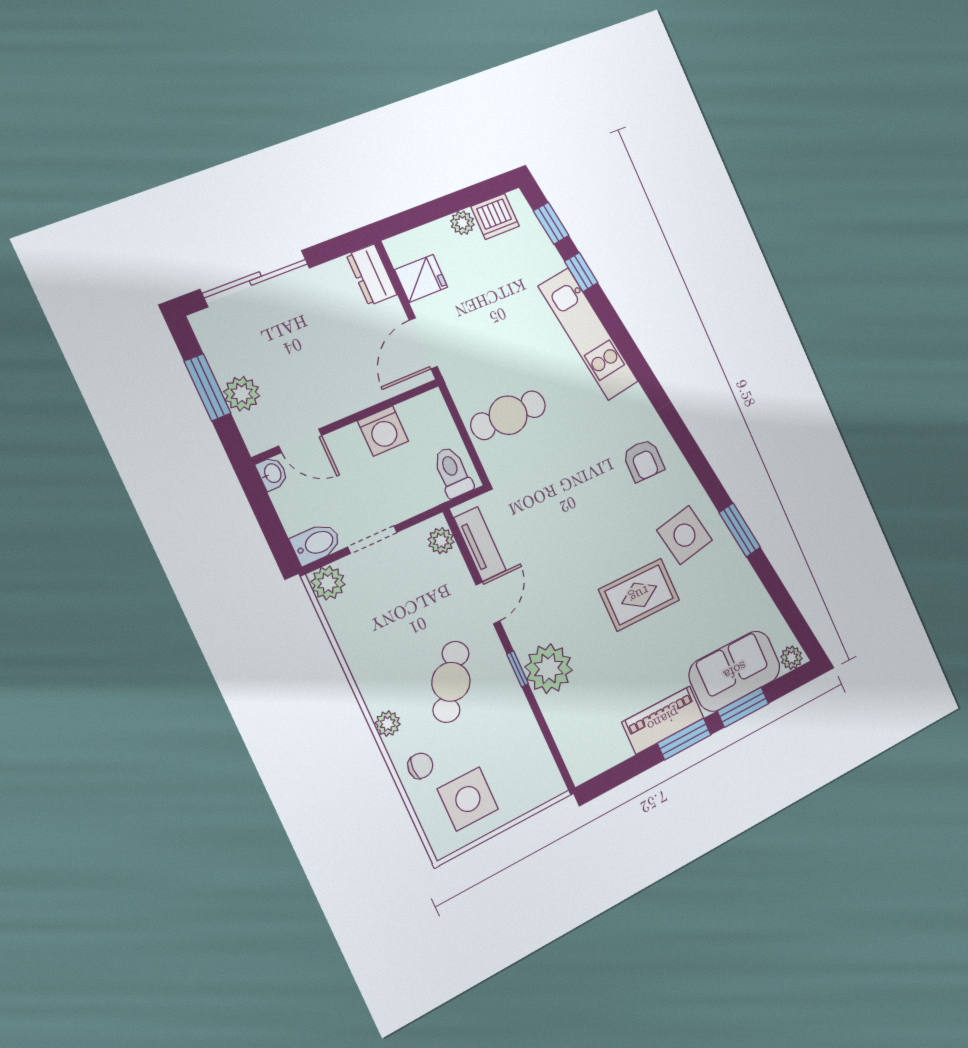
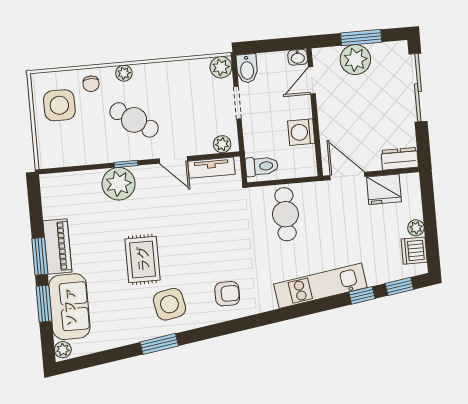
fridge: (421, 278) -> (384, 189), width x1.38
plant: (242, 394) -> (355, 60), width x1.36, depth x1.36
armchair: (643, 460) -> (227, 294), turned 180

